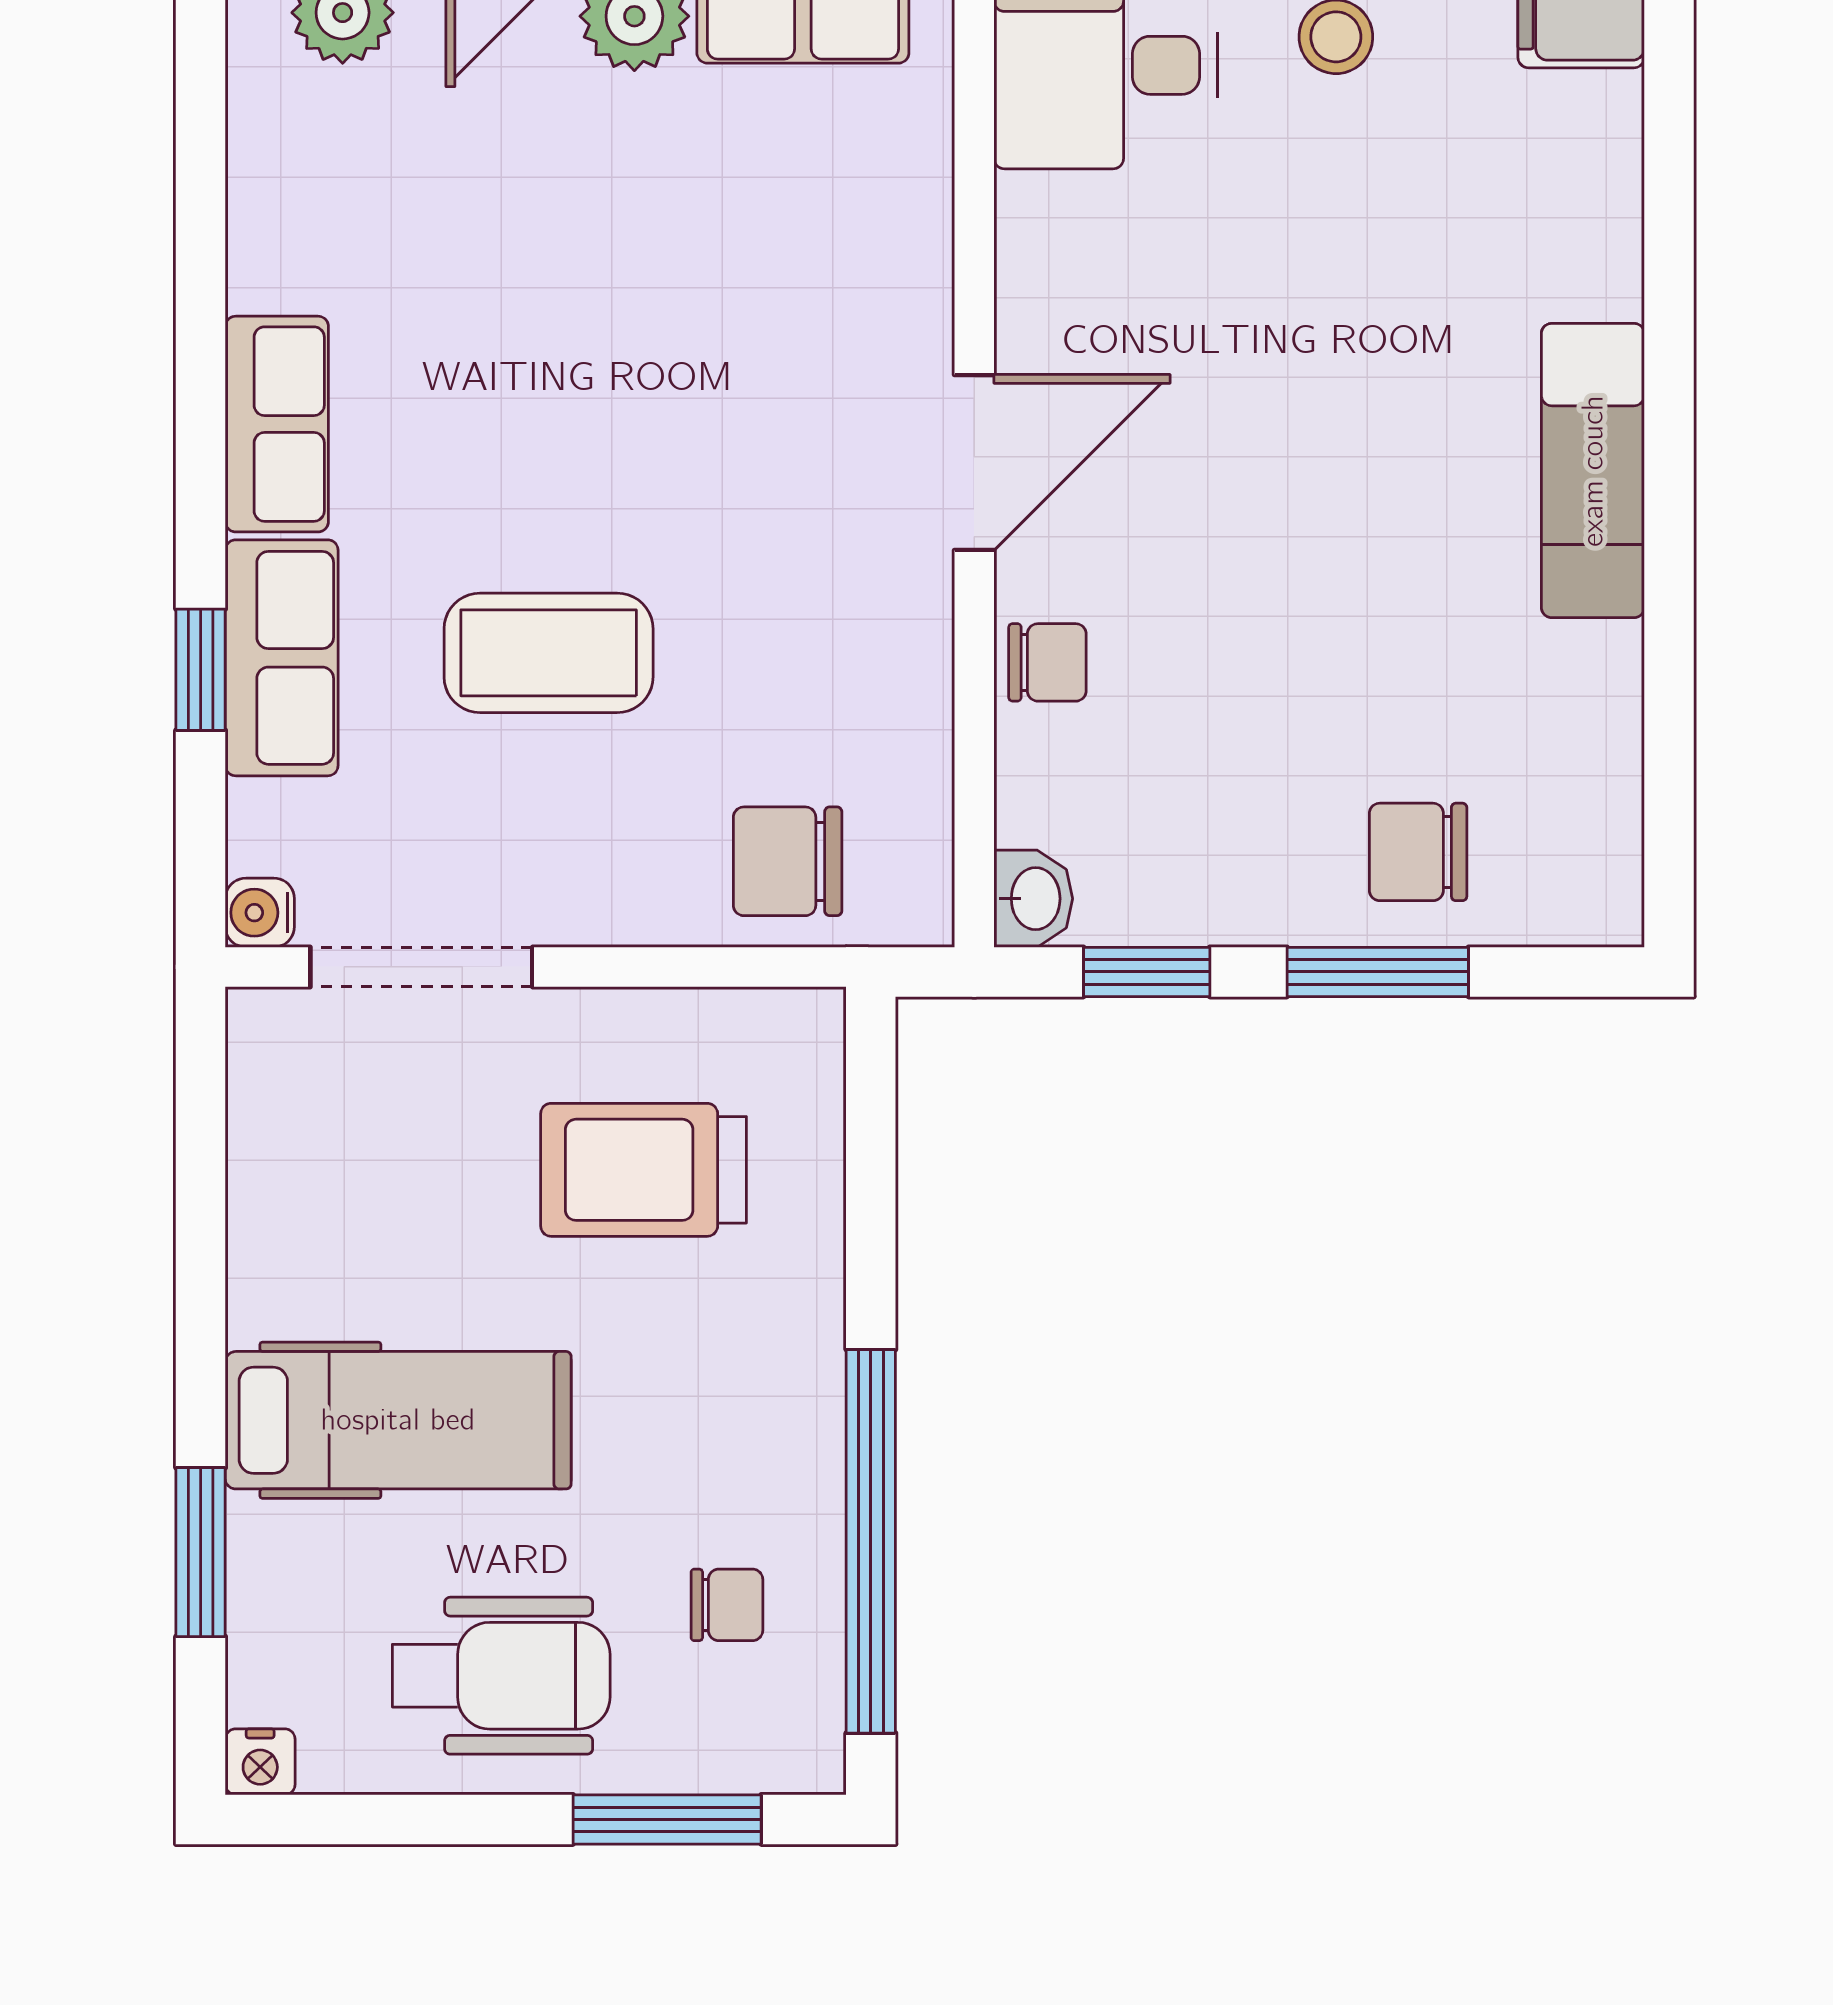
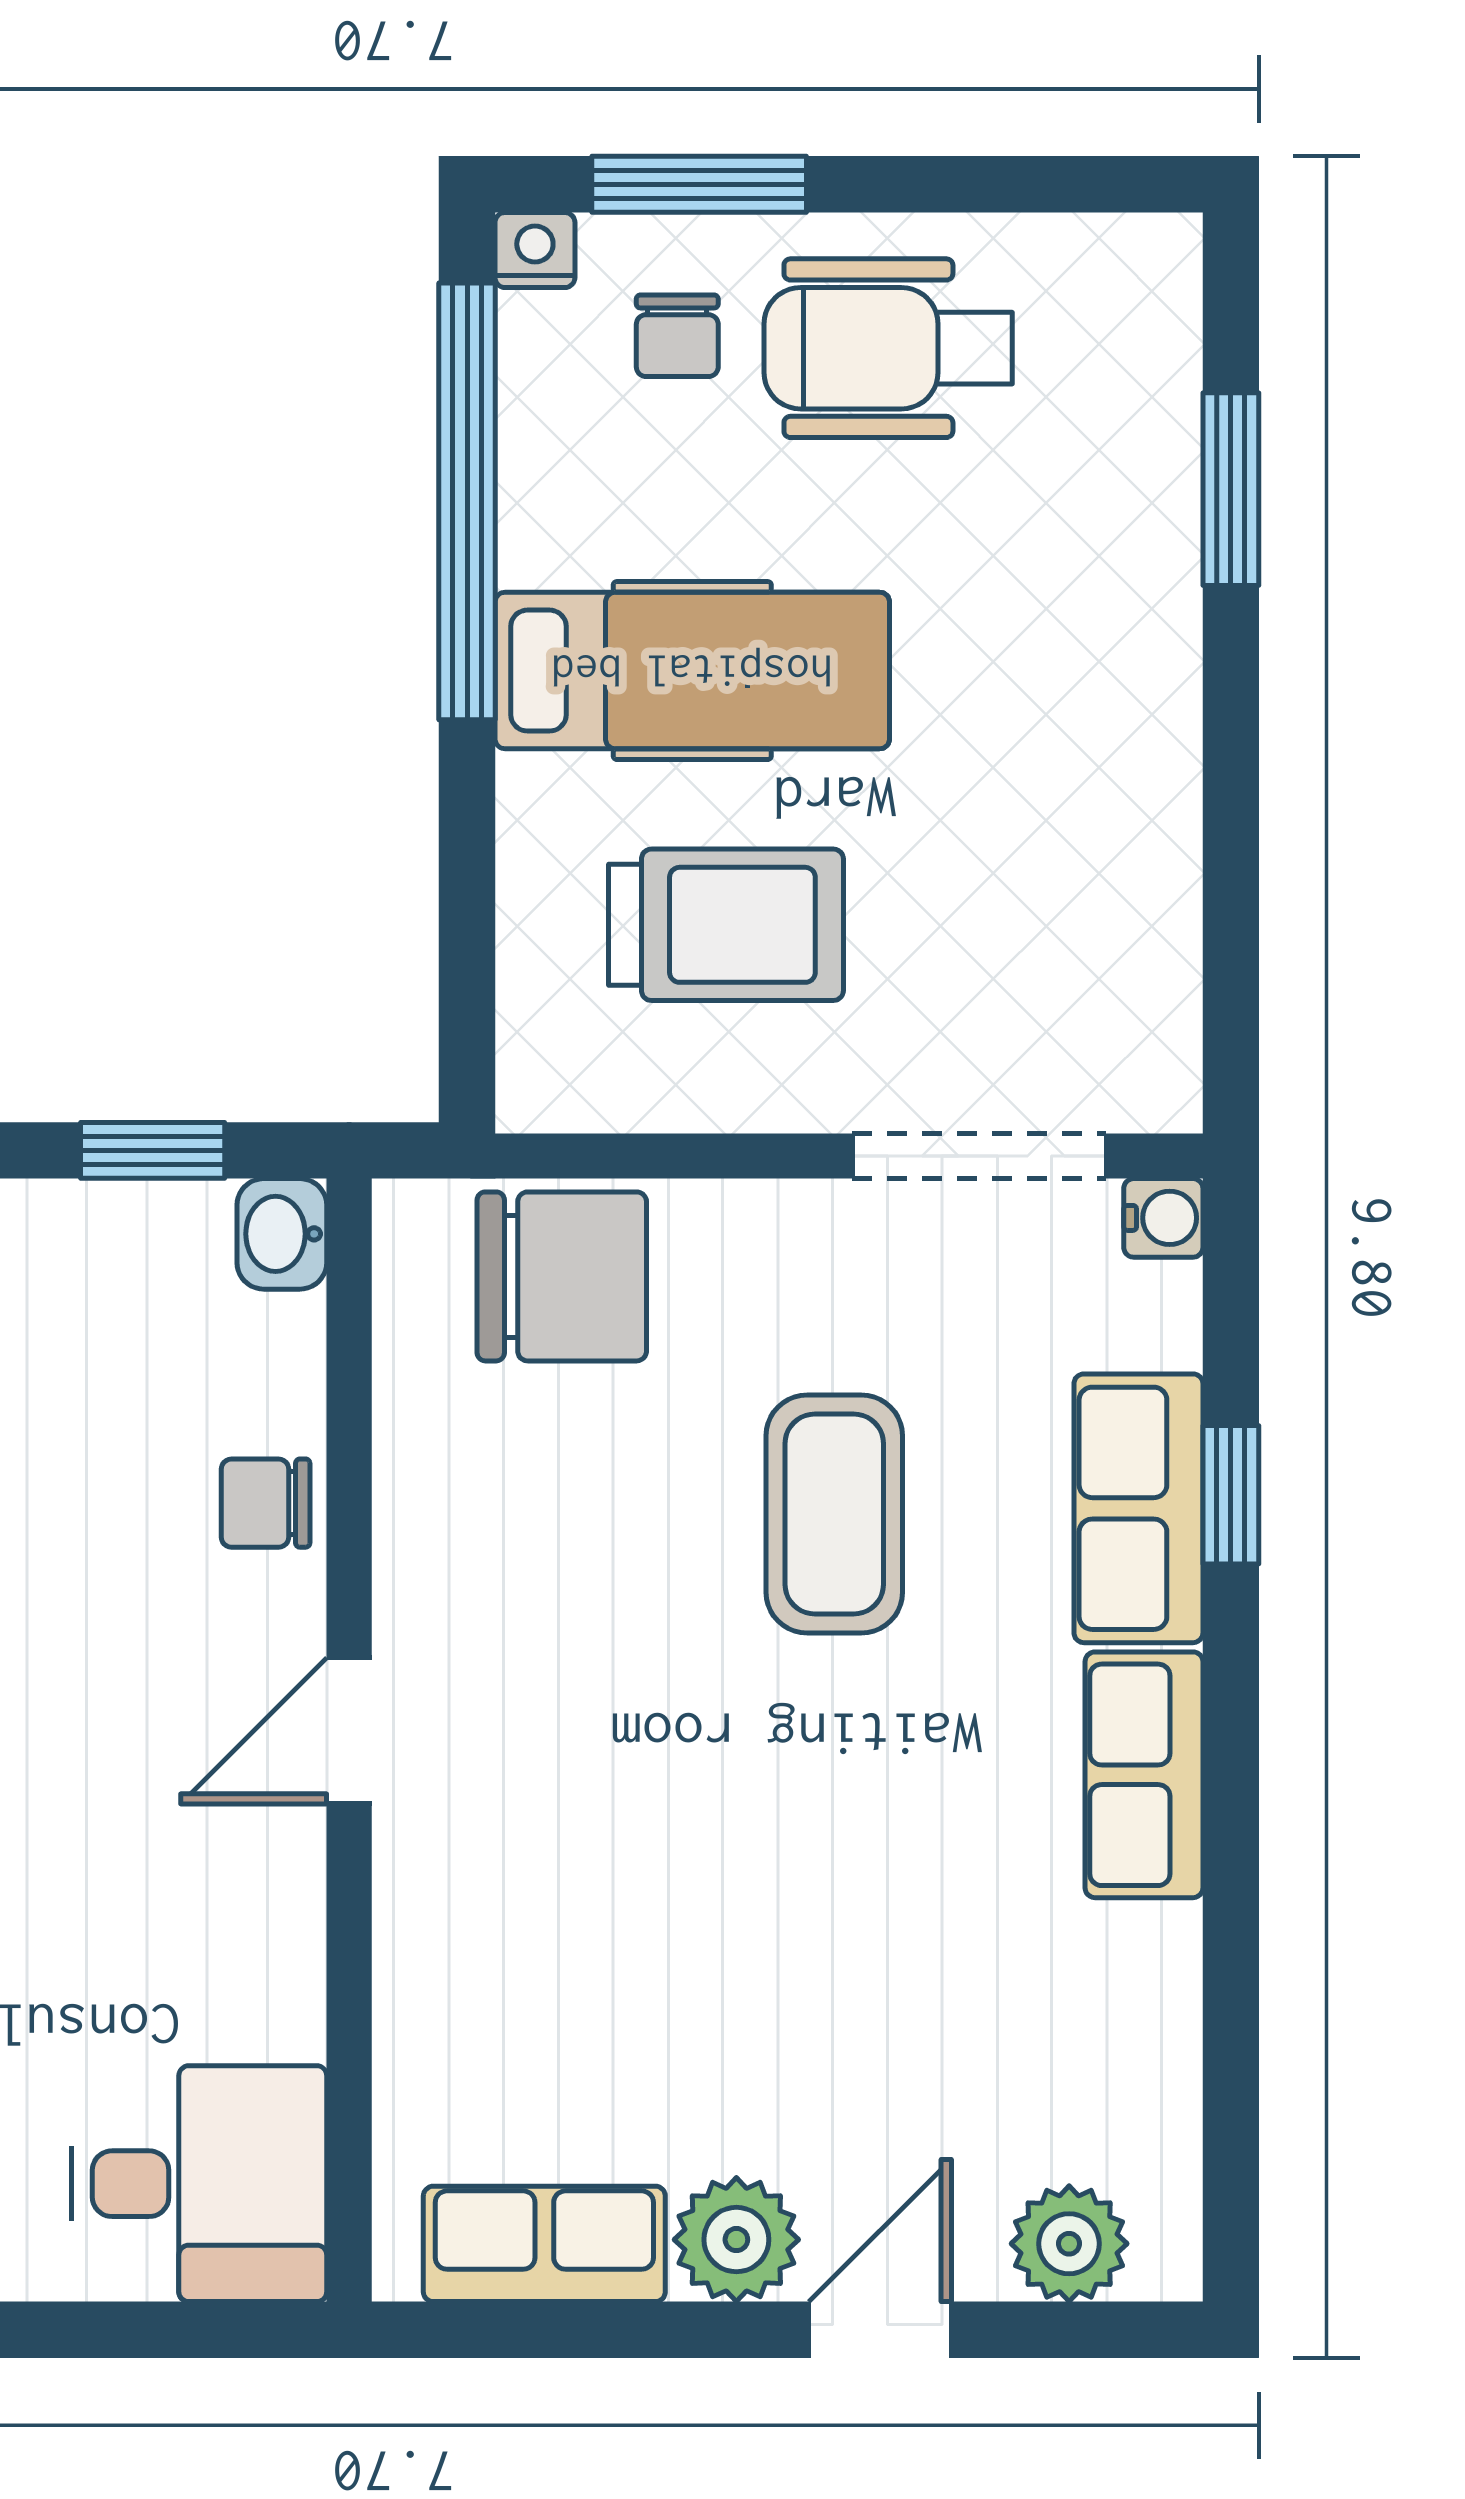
door: (974, 463) -> (349, 1731), width x0.73
coffee table: (549, 653) -> (834, 1514), turned 90
chair: (788, 861) -> (562, 1276), width x1.37, depth x1.37
hospital bed: (398, 1420) -> (692, 671), moved, turned 180
chair: (727, 1605) -> (677, 336), moved, turned -90
nightstand: (260, 1762) -> (535, 250), moved

